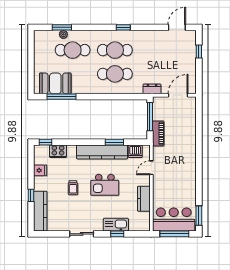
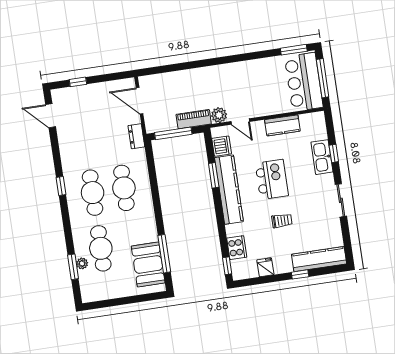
plant: (159, 153) -> (219, 115), added

